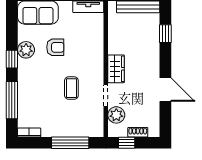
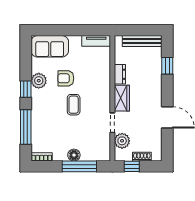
dresser: (114, 43) -> (120, 74), added
armchair: (55, 47) -> (66, 78), turned 180
coffee table: (71, 88) -> (74, 105), moved
floor lamp: (64, 130) -> (74, 155), added

